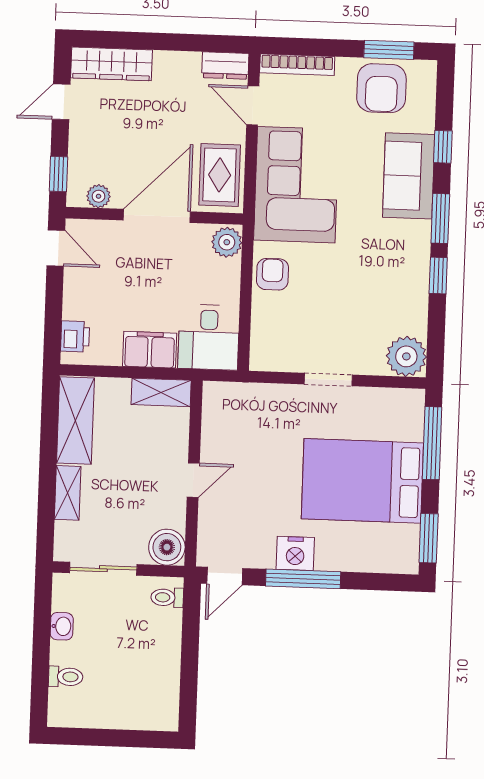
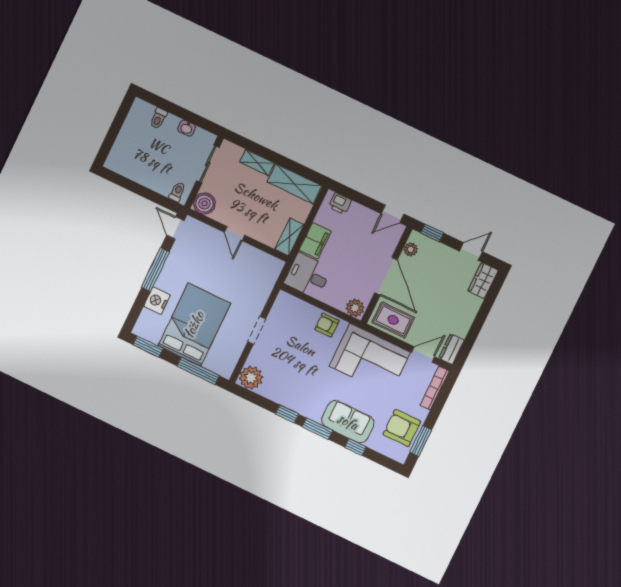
wardrobe: (111, 64) -> (483, 281), width x0.67
door: (61, 102) -> (471, 251), hinge flipped
armchair: (272, 274) -> (327, 325), turned 180
nightstand: (295, 553) -> (157, 301), moved

